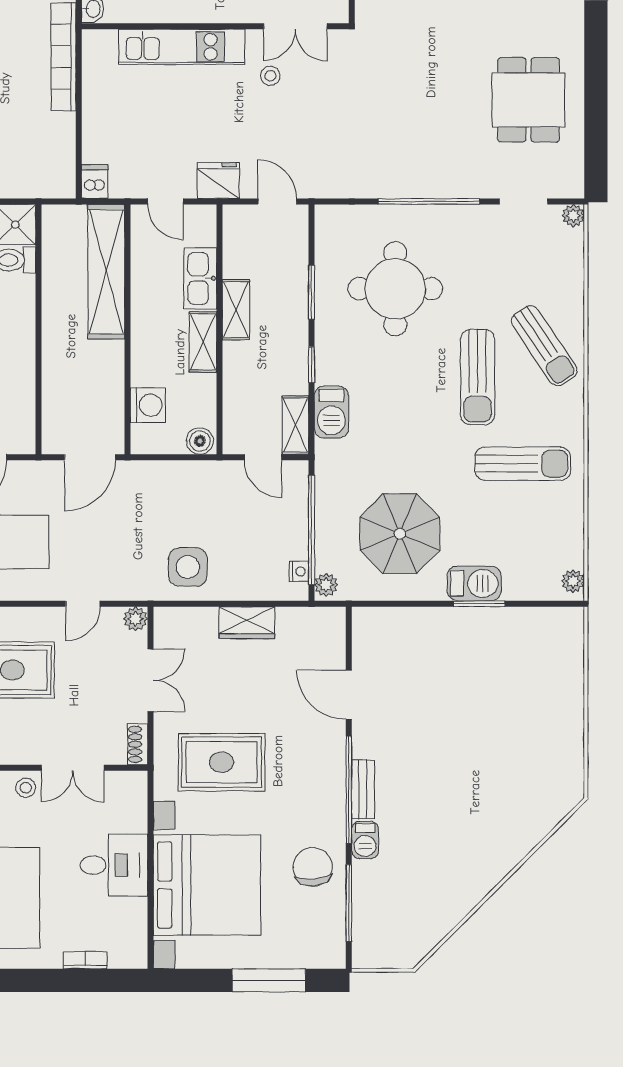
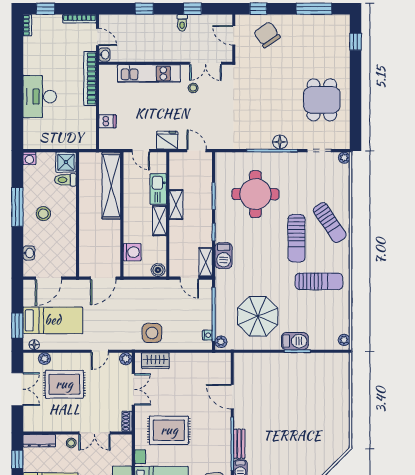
dishwasher: (95, 182) -> (107, 121), moved, turned 90
floor lamp: (444, 184) -> (280, 142), added
wardrobe: (247, 623) -> (155, 361), moved

